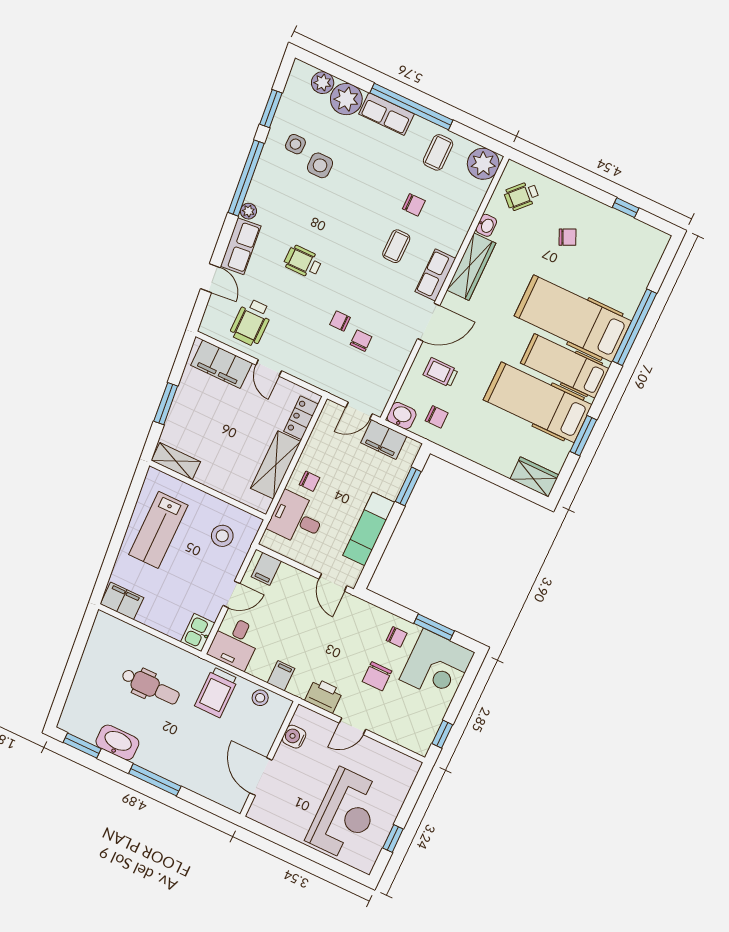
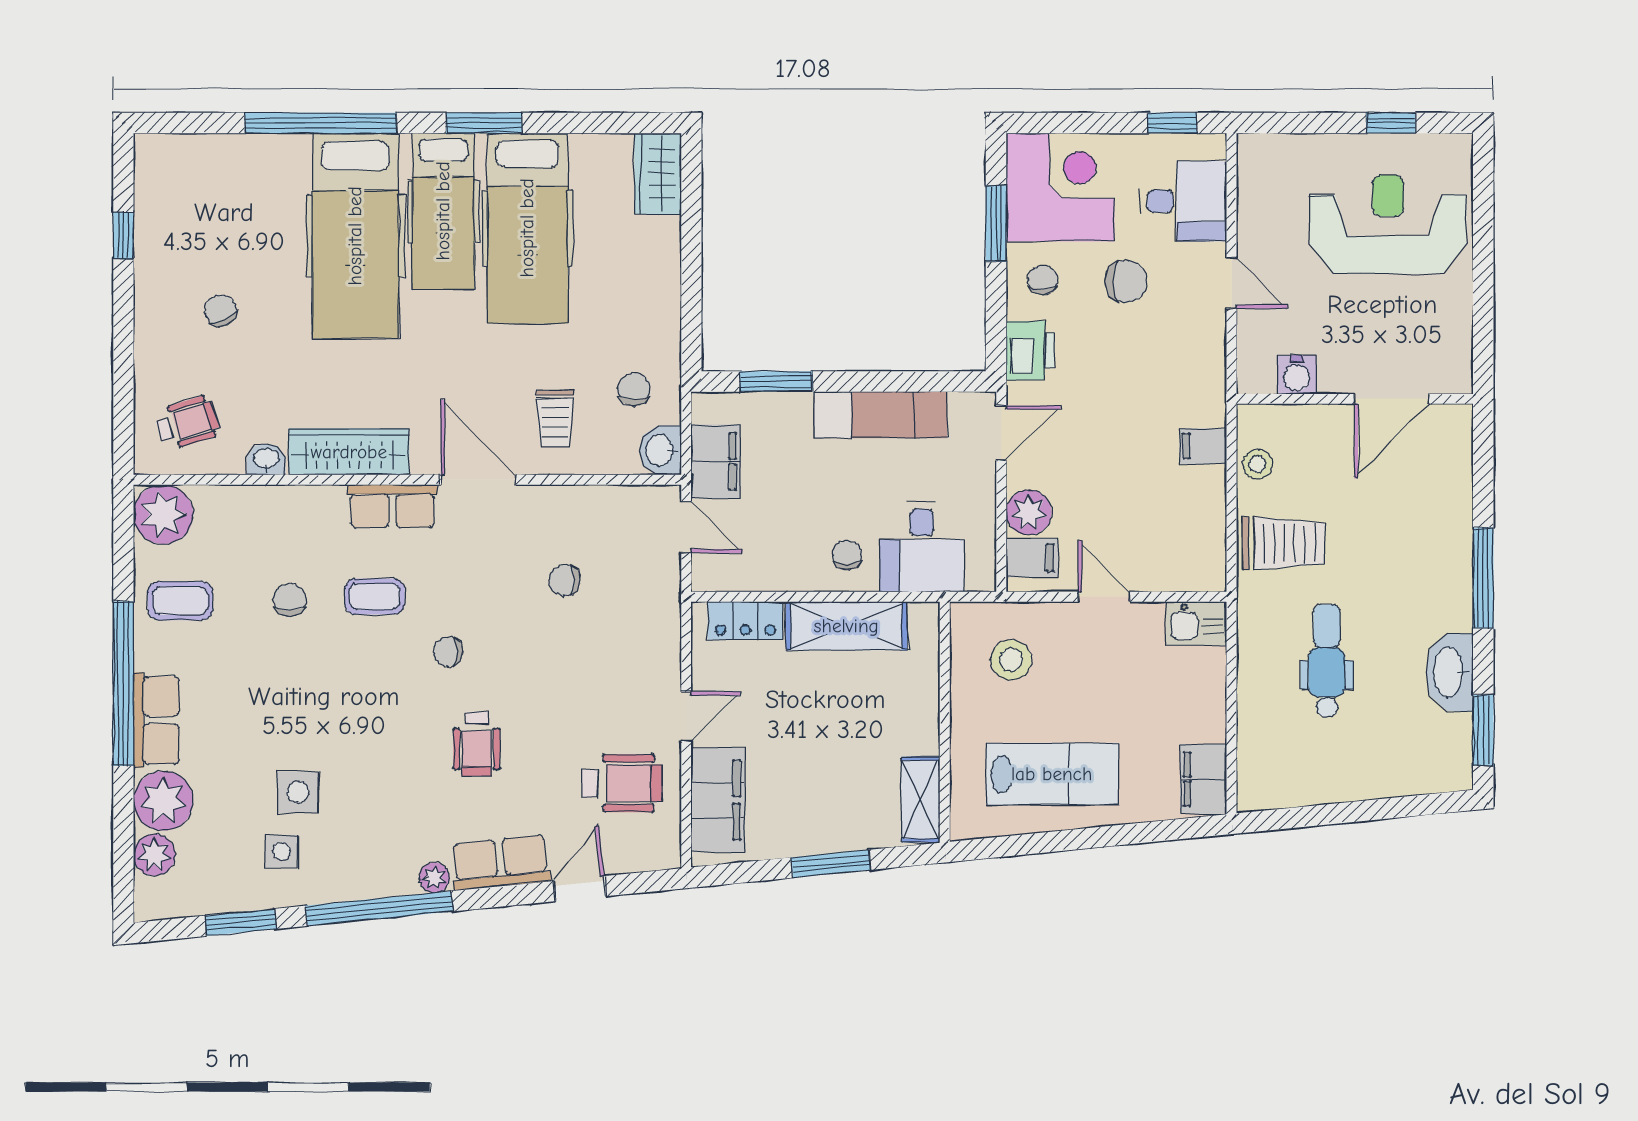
wheelchair: (522, 196) -> (187, 423), turned -61
chair: (340, 321) -> (448, 651), moved, turned 90
window: (583, 436) -> (484, 123), moved
plant: (289, 578) -> (1029, 512), added
desk: (235, 643) -> (1184, 201), moved
printer: (324, 696) -> (1030, 351), moved, turned 180

